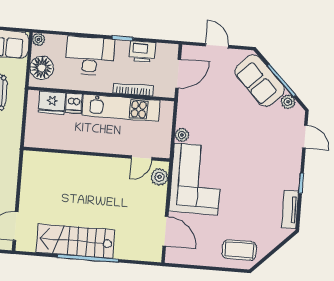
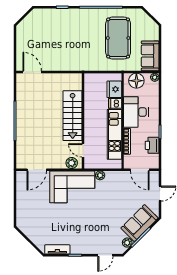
desk: (90, 56) -> (136, 112), moved, turned 180
stairs: (75, 241) -> (73, 116), moved, turned 180
coffee table: (239, 250) -> (28, 219), removed

